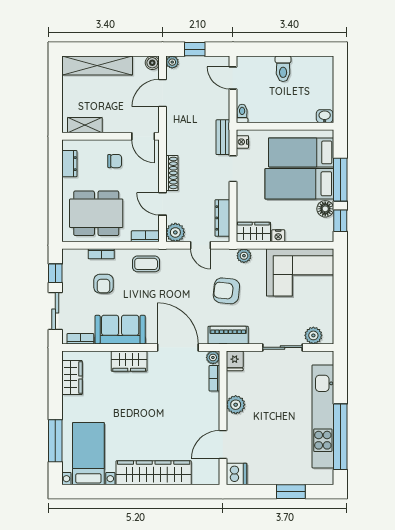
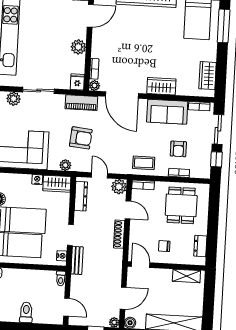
dining table: (96, 213) -> (181, 205), width x0.73
armchair: (104, 284) -> (178, 149), turned 180

